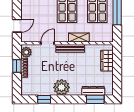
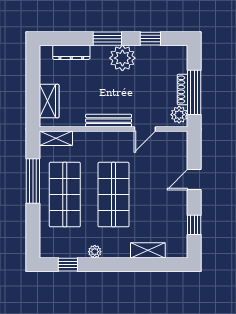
door: (17, 26) -> (194, 179), moved
shelving: (79, 37) -> (56, 138), moved
window: (17, 66) -> (194, 92), width x2.17
window: (95, 99) -> (107, 39), moved

